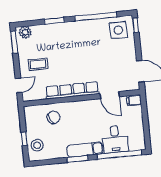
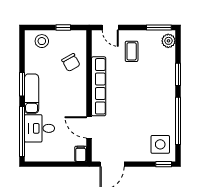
door: (110, 95) -> (89, 127), hinge flipped
window: (24, 139) -> (63, 27), moved

